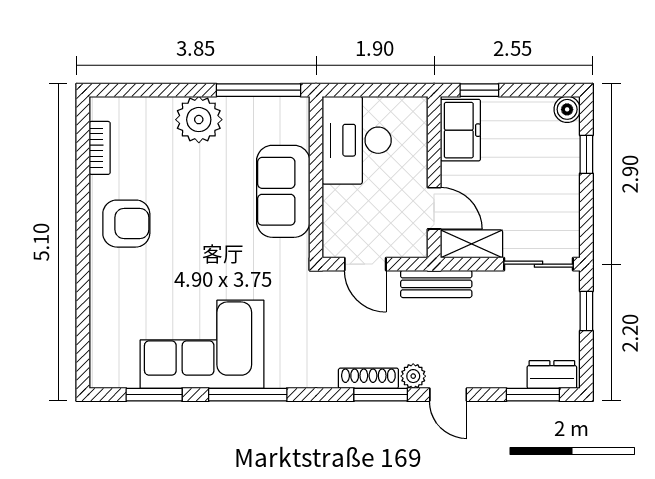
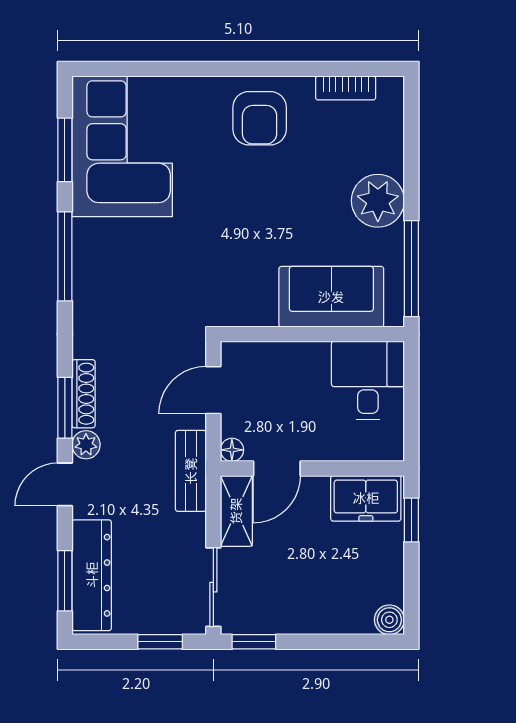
desk: (357, 140) -> (368, 380), width x0.73
window: (586, 154) -> (254, 642), moved
sofa: (283, 191) -> (331, 297), moved
floor lamp: (418, 248) -> (232, 450), added
corner sofa: (202, 344) -> (122, 146), moved
dresser: (552, 375) -> (92, 575), width x1.96, depth x1.24

